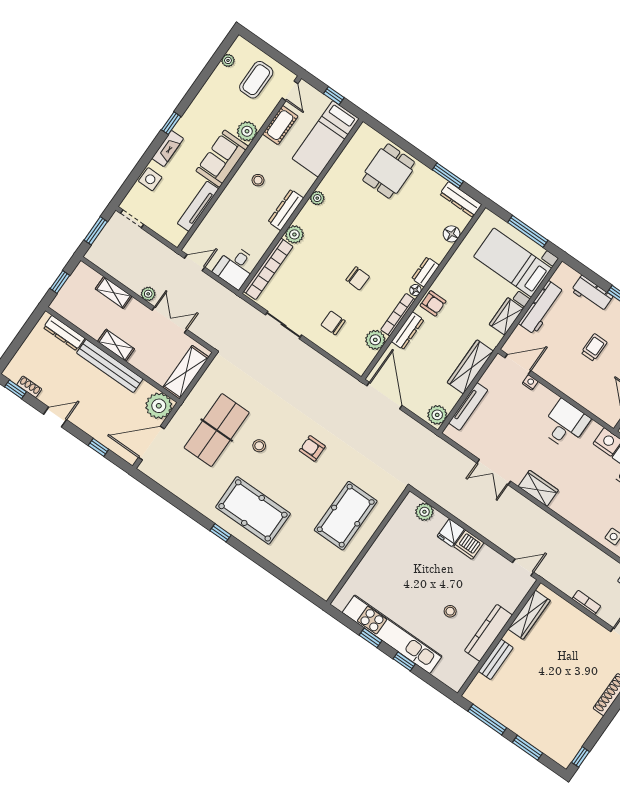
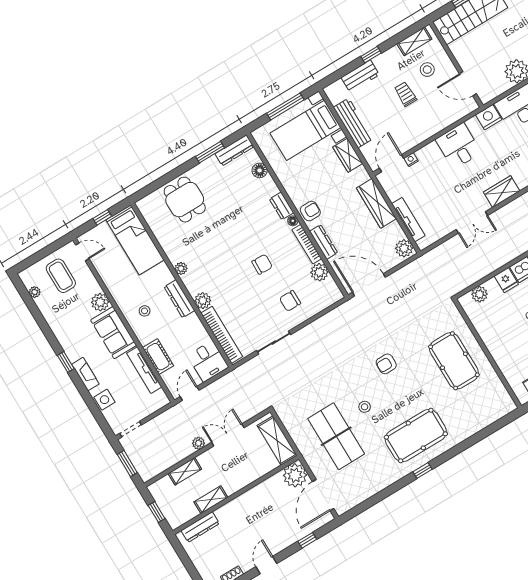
cot: (280, 125) -> (158, 357), moved
shelving: (116, 345) -> (211, 500), moved
bench: (110, 366) -> (244, 501), removed

